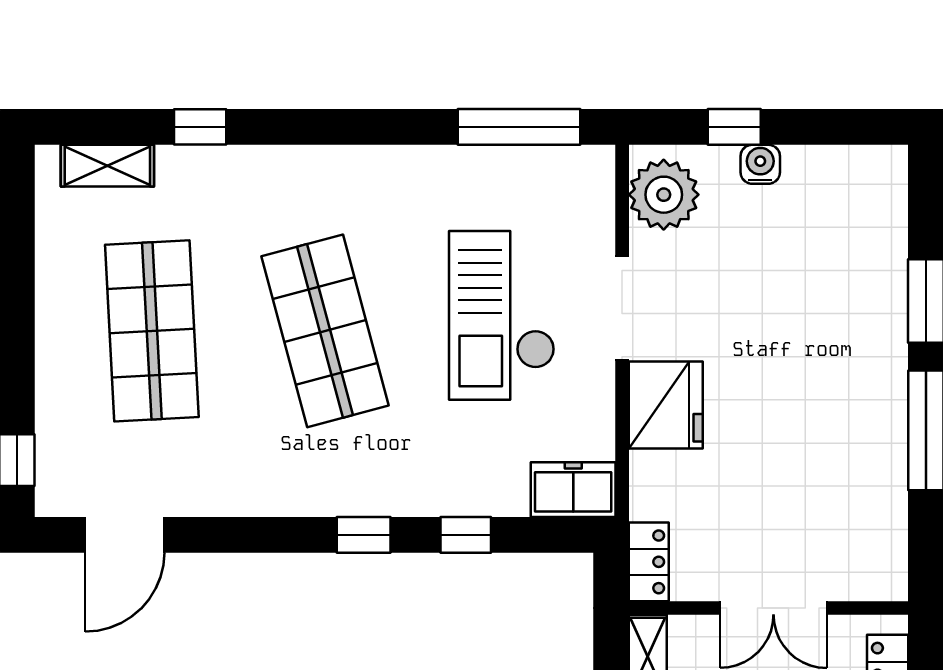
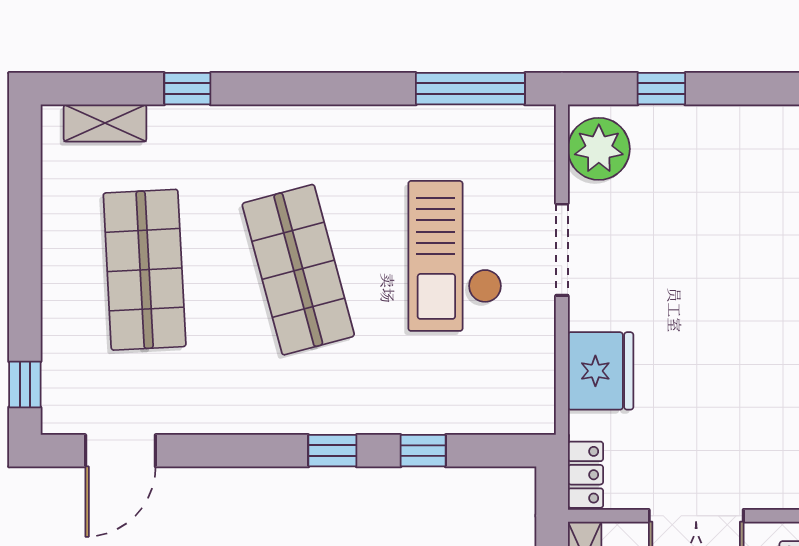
water cooler: (760, 164) -> (684, 122), removed
fridge: (666, 405) -> (601, 371), moved
freezer: (573, 490) -> (518, 411), removed

